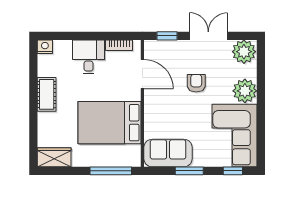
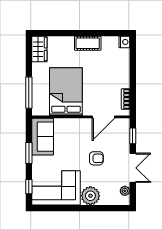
plant: (244, 52) -> (125, 191), width x0.53, depth x0.53
desk: (89, 57) -> (117, 76), removed

